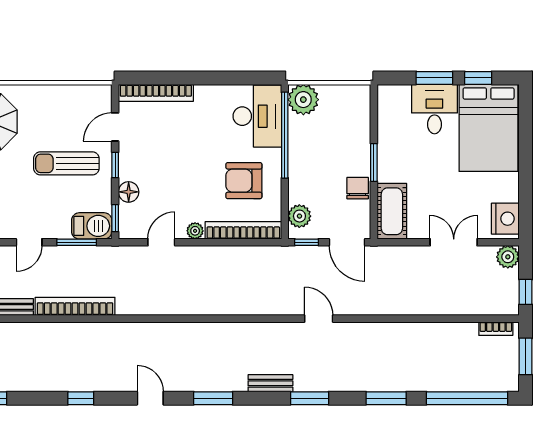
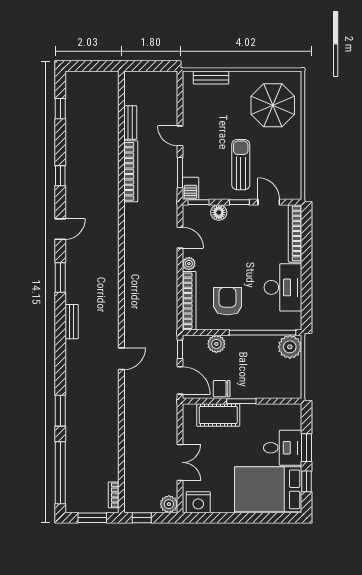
desk: (257, 116) -> (283, 287), moved, turned -90
chair: (358, 188) -> (222, 389), turned 180
cot: (392, 211) -> (218, 415), moved
plant: (299, 216) -> (216, 344), moved
barbecue: (92, 226) -> (191, 188), width x0.73, depth x0.79
door: (347, 242) -> (180, 380), swing flipped
window: (310, 398) -> (60, 352), removed

